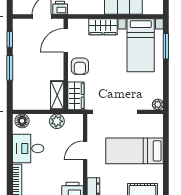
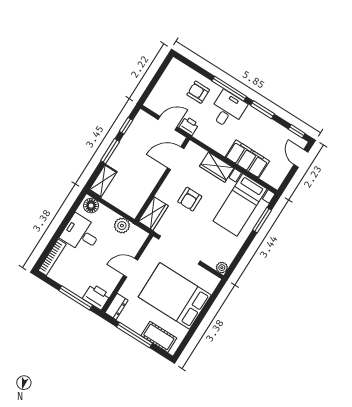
armchair: (80, 66) -> (190, 199), moved
shelving: (57, 95) -> (103, 181), moved
bed: (135, 151) -> (175, 296), width x1.50

